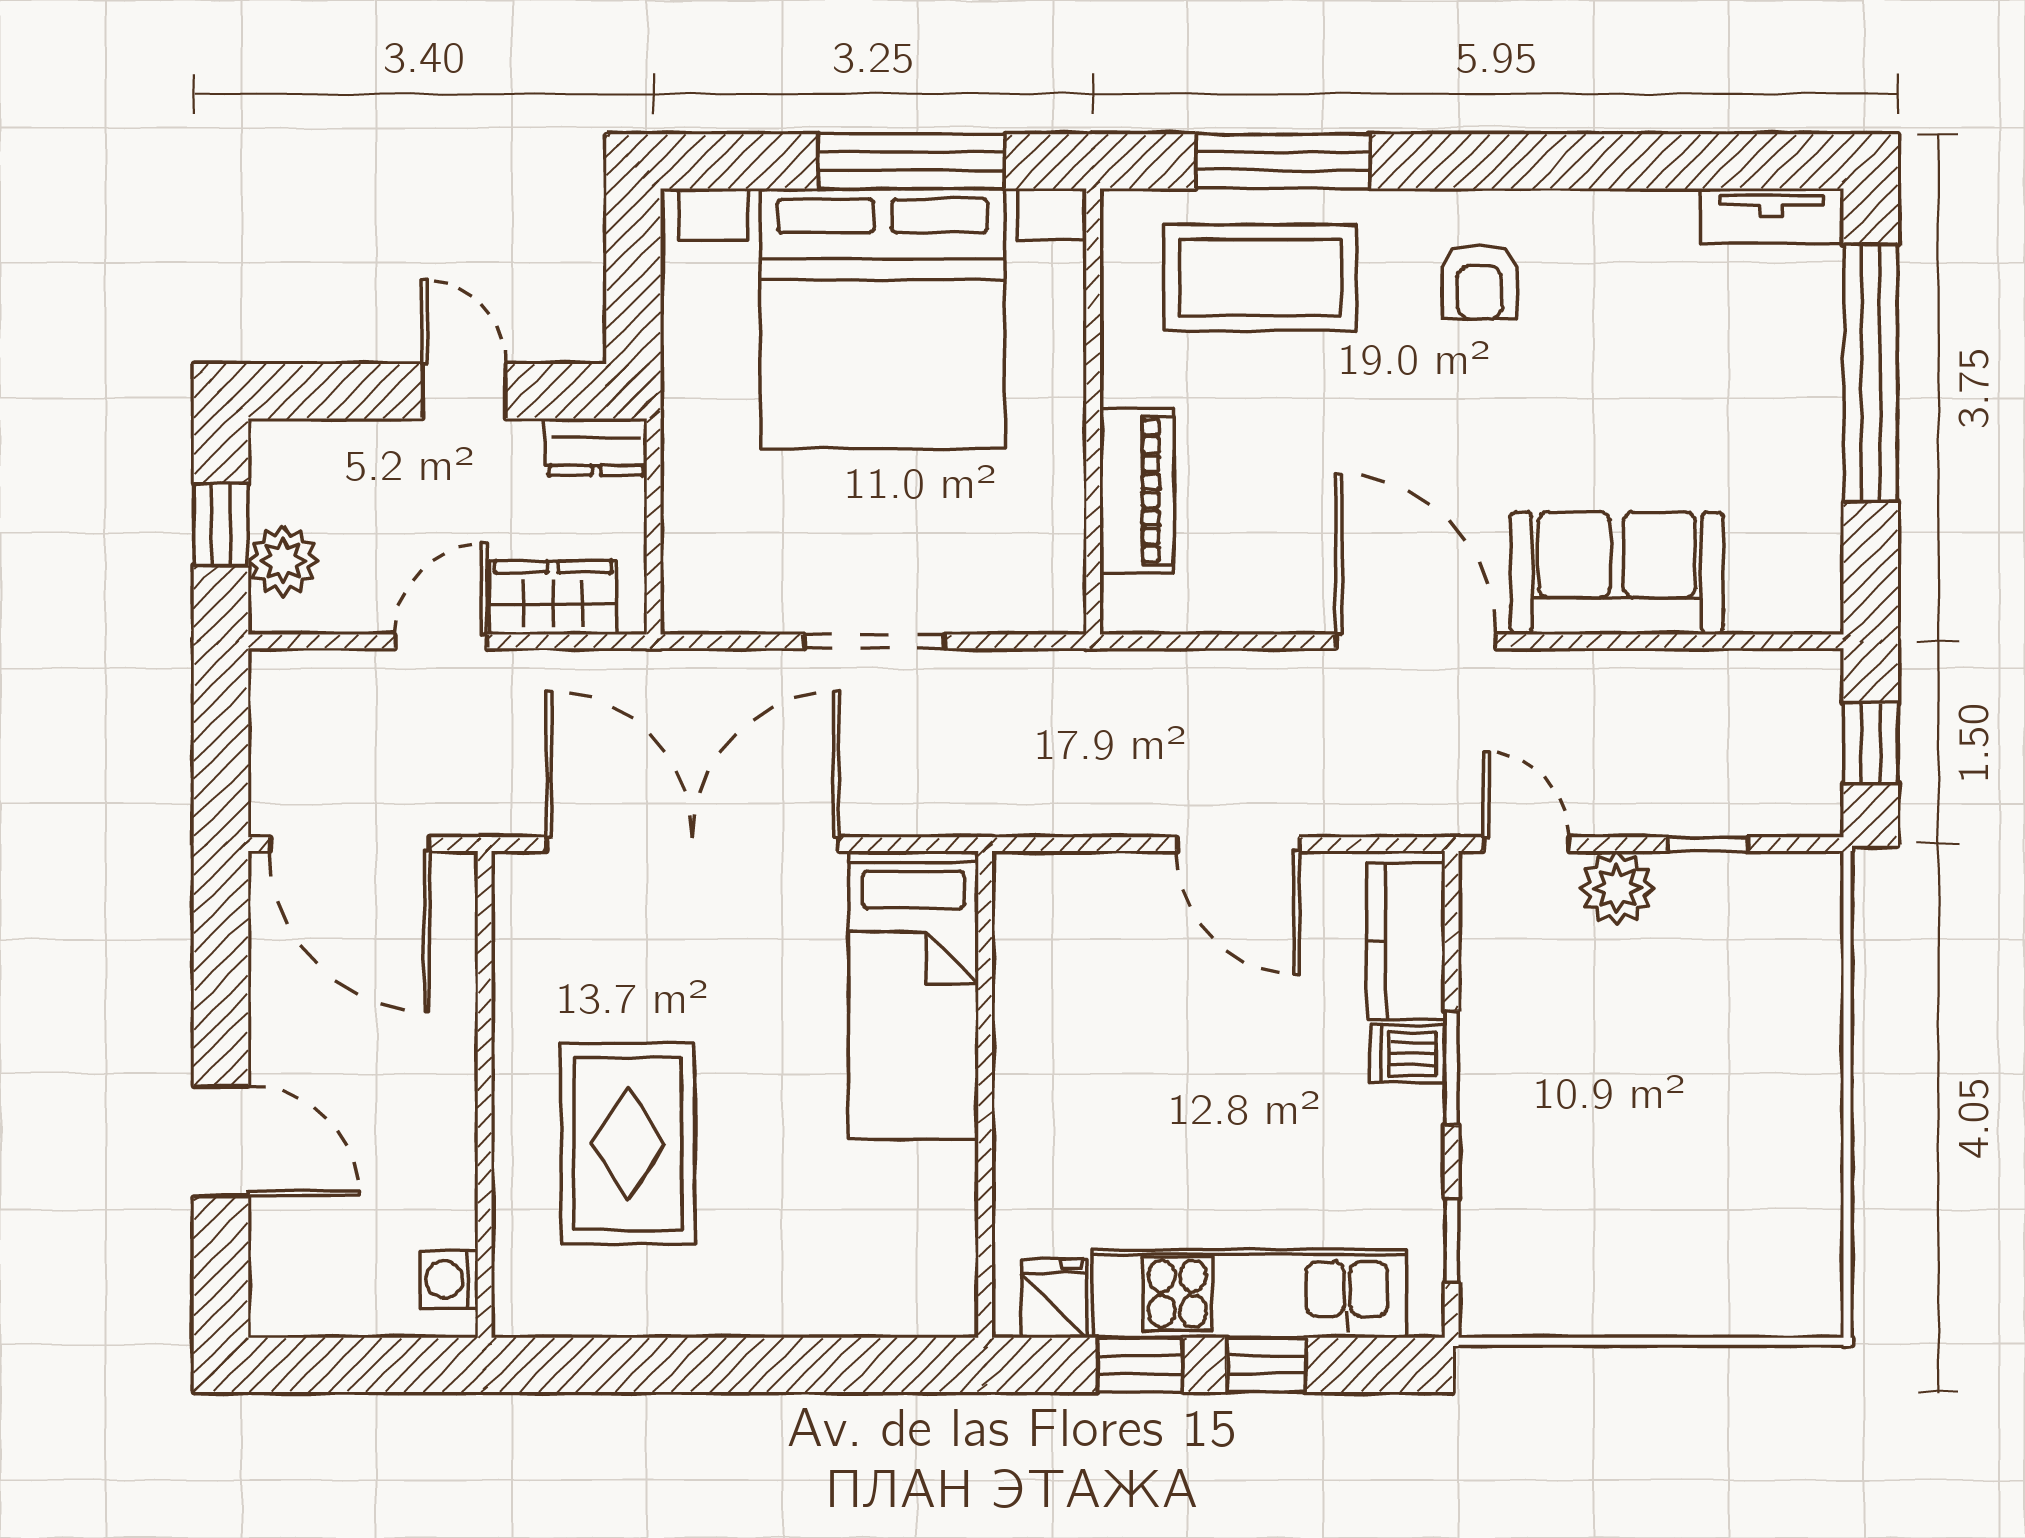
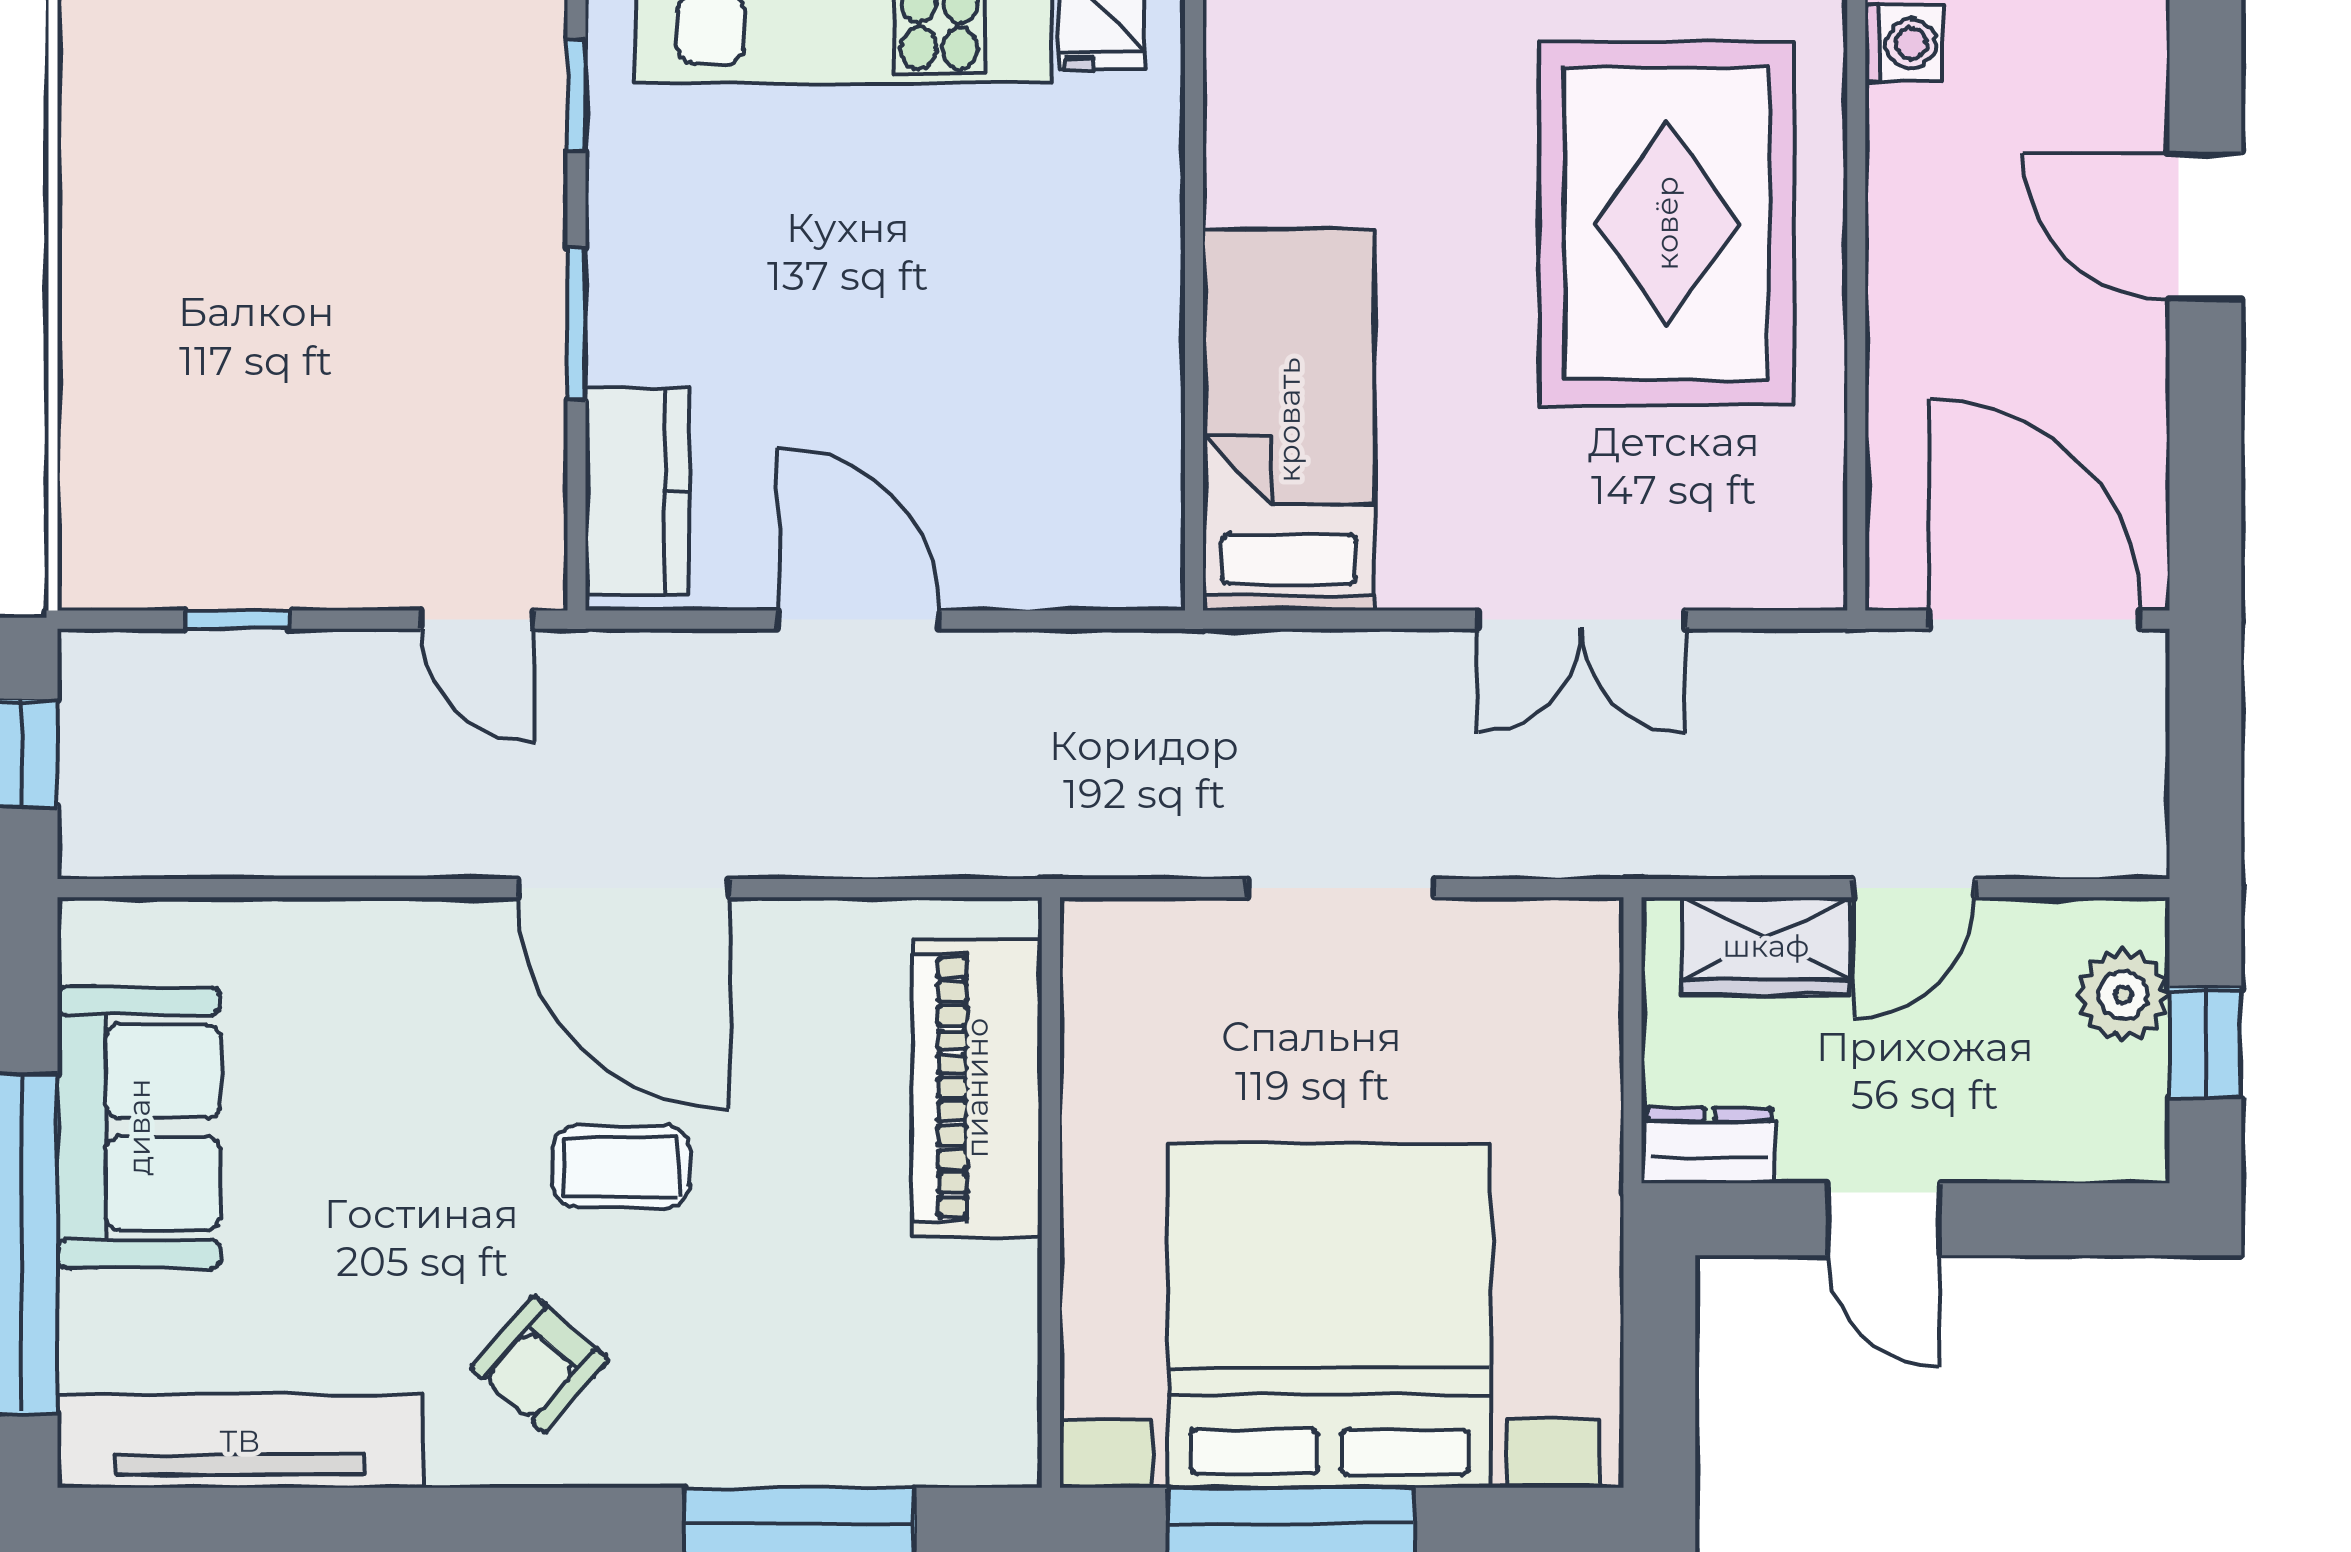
tv unit: (1772, 216) -> (240, 1441), width x1.92, depth x1.29
coffee table: (1260, 278) -> (621, 1167), moved, width x0.54, depth x0.58
armchair: (1480, 282) -> (539, 1364), turned -139
piano: (1137, 491) -> (977, 1088), width x1.37, depth x1.33
sofa: (1617, 573) -> (139, 1127), moved, turned -90
double door: (693, 844) -> (1581, 620), width x0.54
plant: (1617, 888) -> (357, 562), removed
dishwasher: (1407, 1054) -> (635, 342), removed
rug: (628, 1144) -> (1667, 223), width x1.37, depth x1.44

